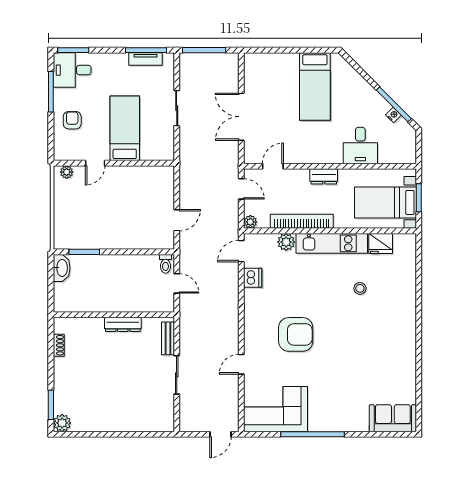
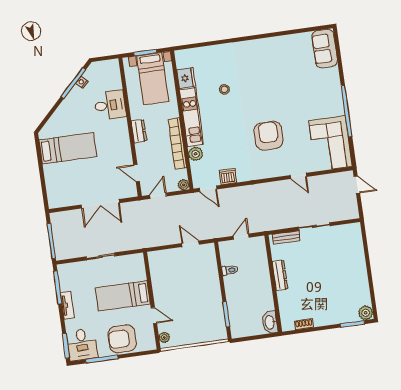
tv unit: (145, 59) -> (67, 305), moved
armchair: (72, 120) -> (122, 339), width x1.88, depth x1.88
toilet: (165, 264) -> (230, 270), moved
washbasin: (62, 268) -> (270, 322), moved, turned -90

